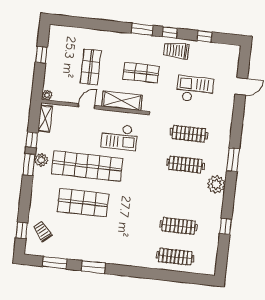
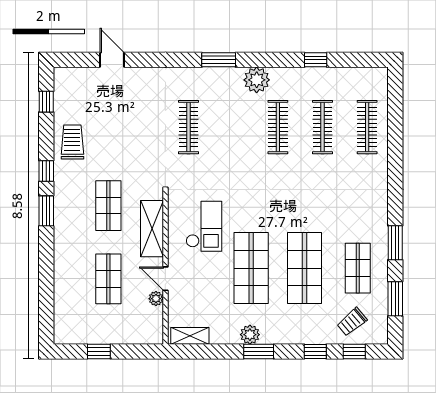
window: (204, 36) -> (46, 102), moved
trolley: (176, 51) -> (72, 142), moved, turned 180
shop shelf: (91, 67) -> (108, 279), turned 90
checkout: (195, 89) -> (124, 126), removed
plant: (47, 95) -> (156, 299), moved
window: (32, 140) -> (315, 352), moved
clothes rail: (185, 164) -> (278, 127), moved
shop shelf: (87, 166) -> (251, 268), width x0.71
shop shelf: (79, 239) -> (358, 268), added

